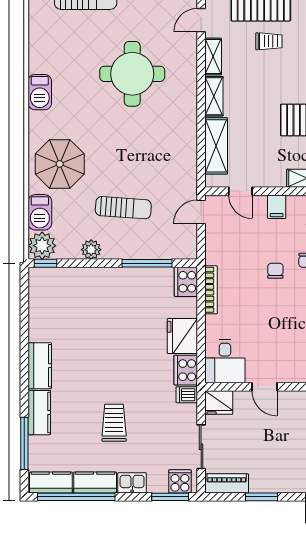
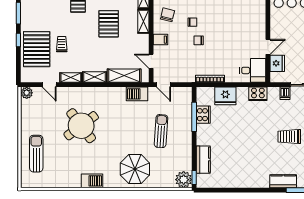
round table: (132, 74) -> (81, 126), turned -37
door: (240, 191) -> (151, 61), swing flipped
barbecue: (40, 212) -> (137, 94), moved, turned 180
plant: (91, 250) -> (186, 150), removed
cooker: (186, 282) -> (203, 115), moved, turned -90
fridge: (182, 336) -> (225, 96), moved
kitchen counter: (40, 366) -> (203, 160), moved, turned 90
dishwasher: (187, 395) -> (285, 93), moved
fridge: (219, 403) -> (277, 63), moved

